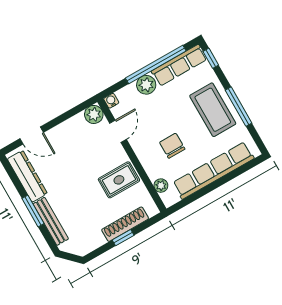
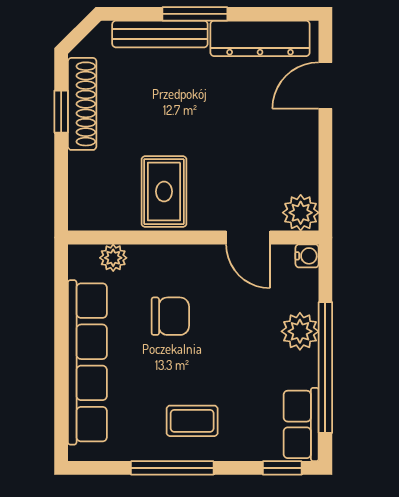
row of seats: (179, 65) -> (301, 424), width x0.68
coffee table: (213, 110) -> (192, 421), width x0.54, depth x0.58
shoe rack: (125, 224) -> (82, 104), moved
window: (123, 238) -> (61, 112), moved

